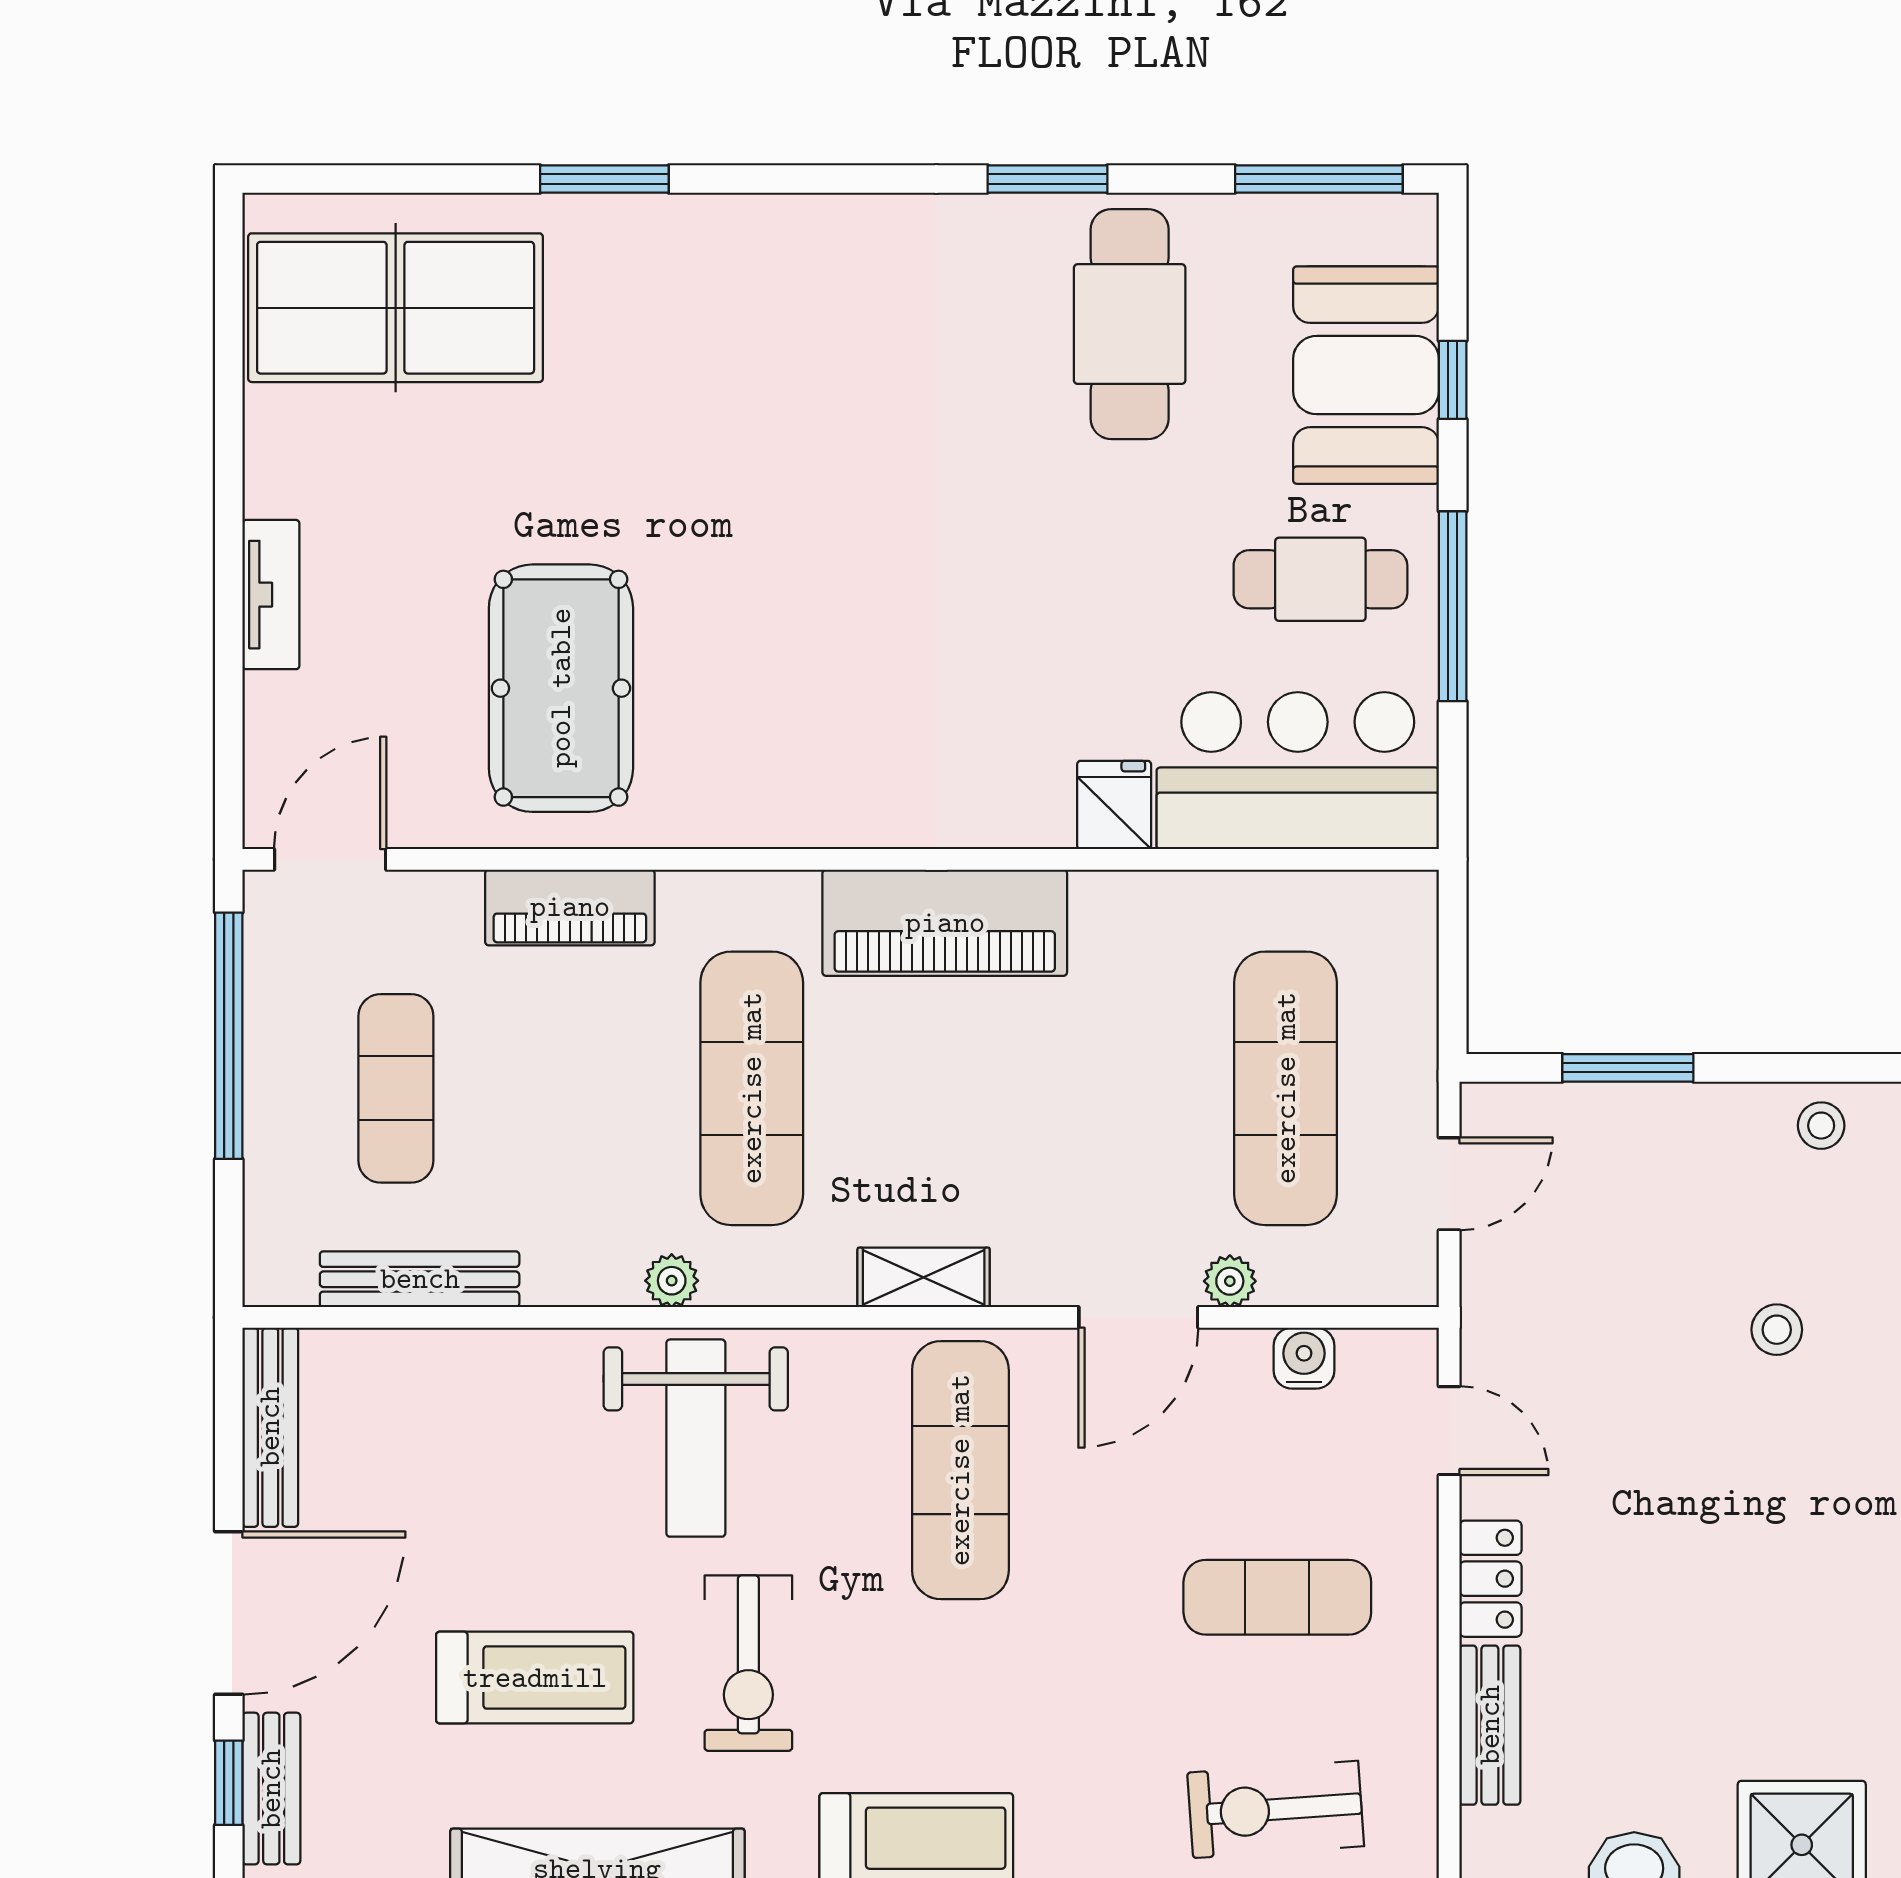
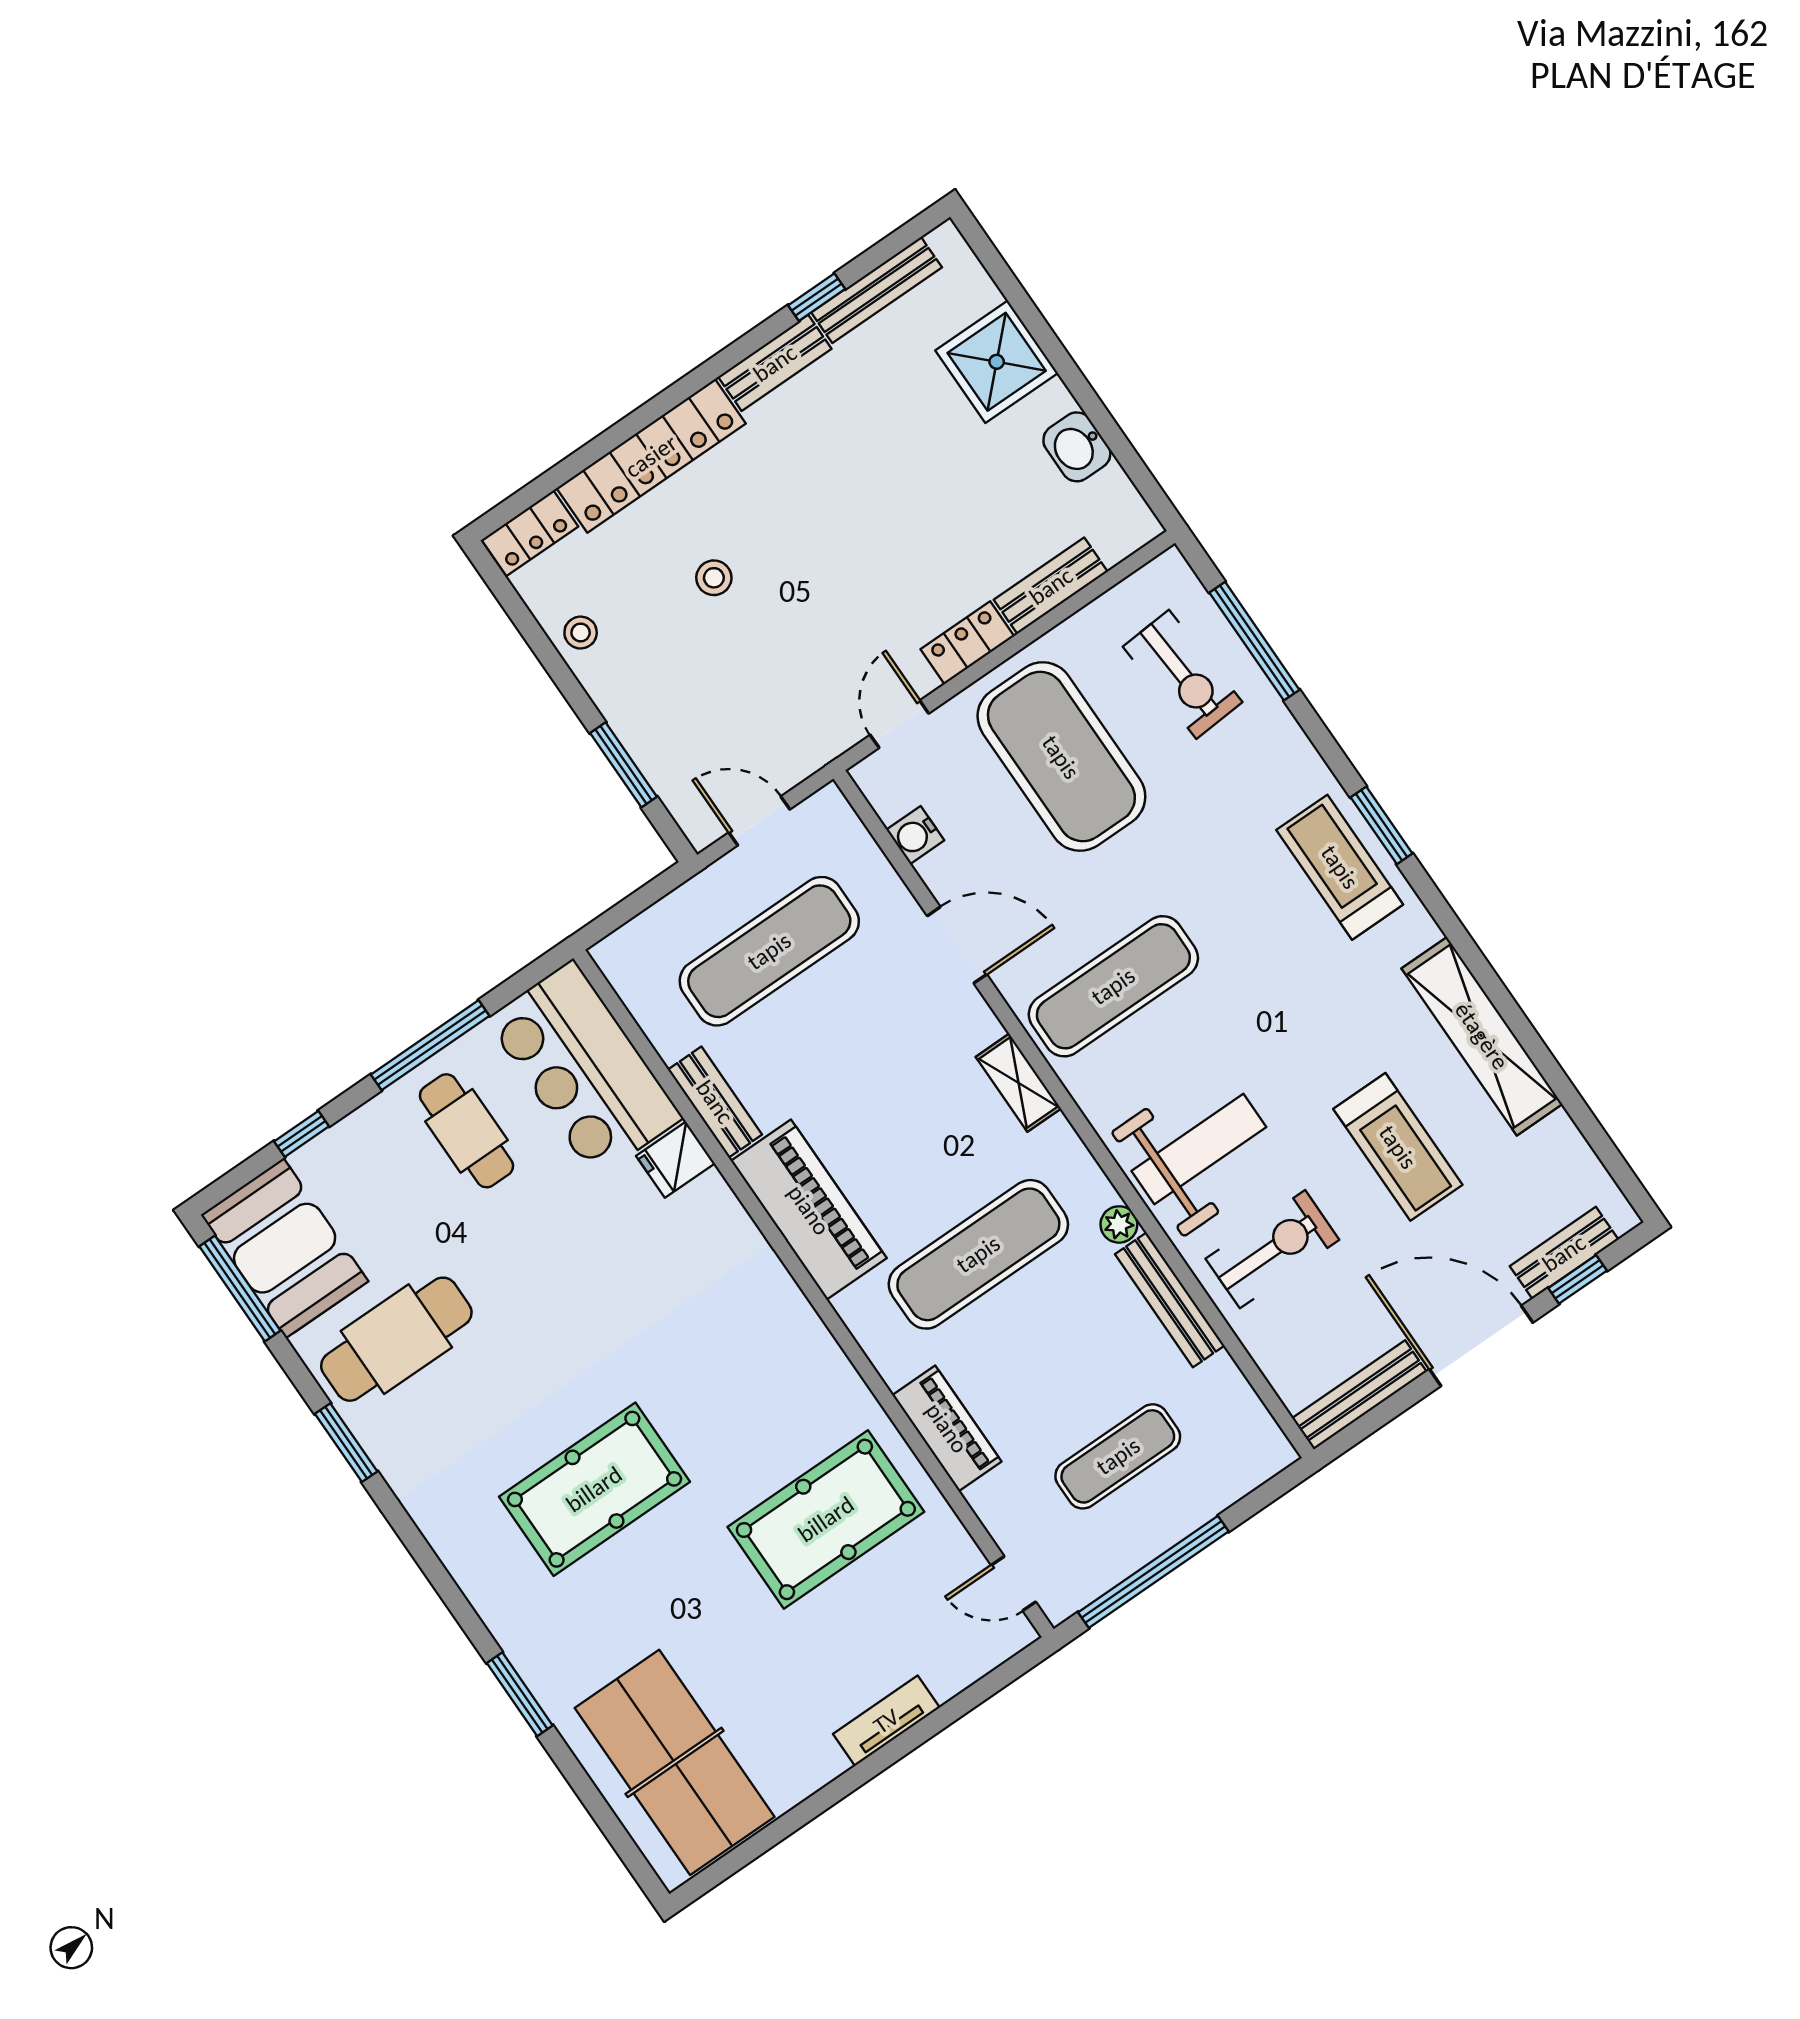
booth: (1366, 375) -> (285, 1248), moved, turned 90
pool table: (787, 437) -> (594, 1489), added
door: (330, 859) -> (1013, 1583), width x0.73
bench: (1150, 899) -> (715, 1102), added
bench: (420, 1279) -> (1170, 1300), moved
plant: (1230, 1281) -> (901, 907), removed
exercise mat: (1277, 1597) -> (1061, 757), width x2.00, depth x1.45
exercise bike: (748, 1663) -> (1272, 1249), moved
treadmill: (535, 1678) -> (1398, 1147), turned 180

